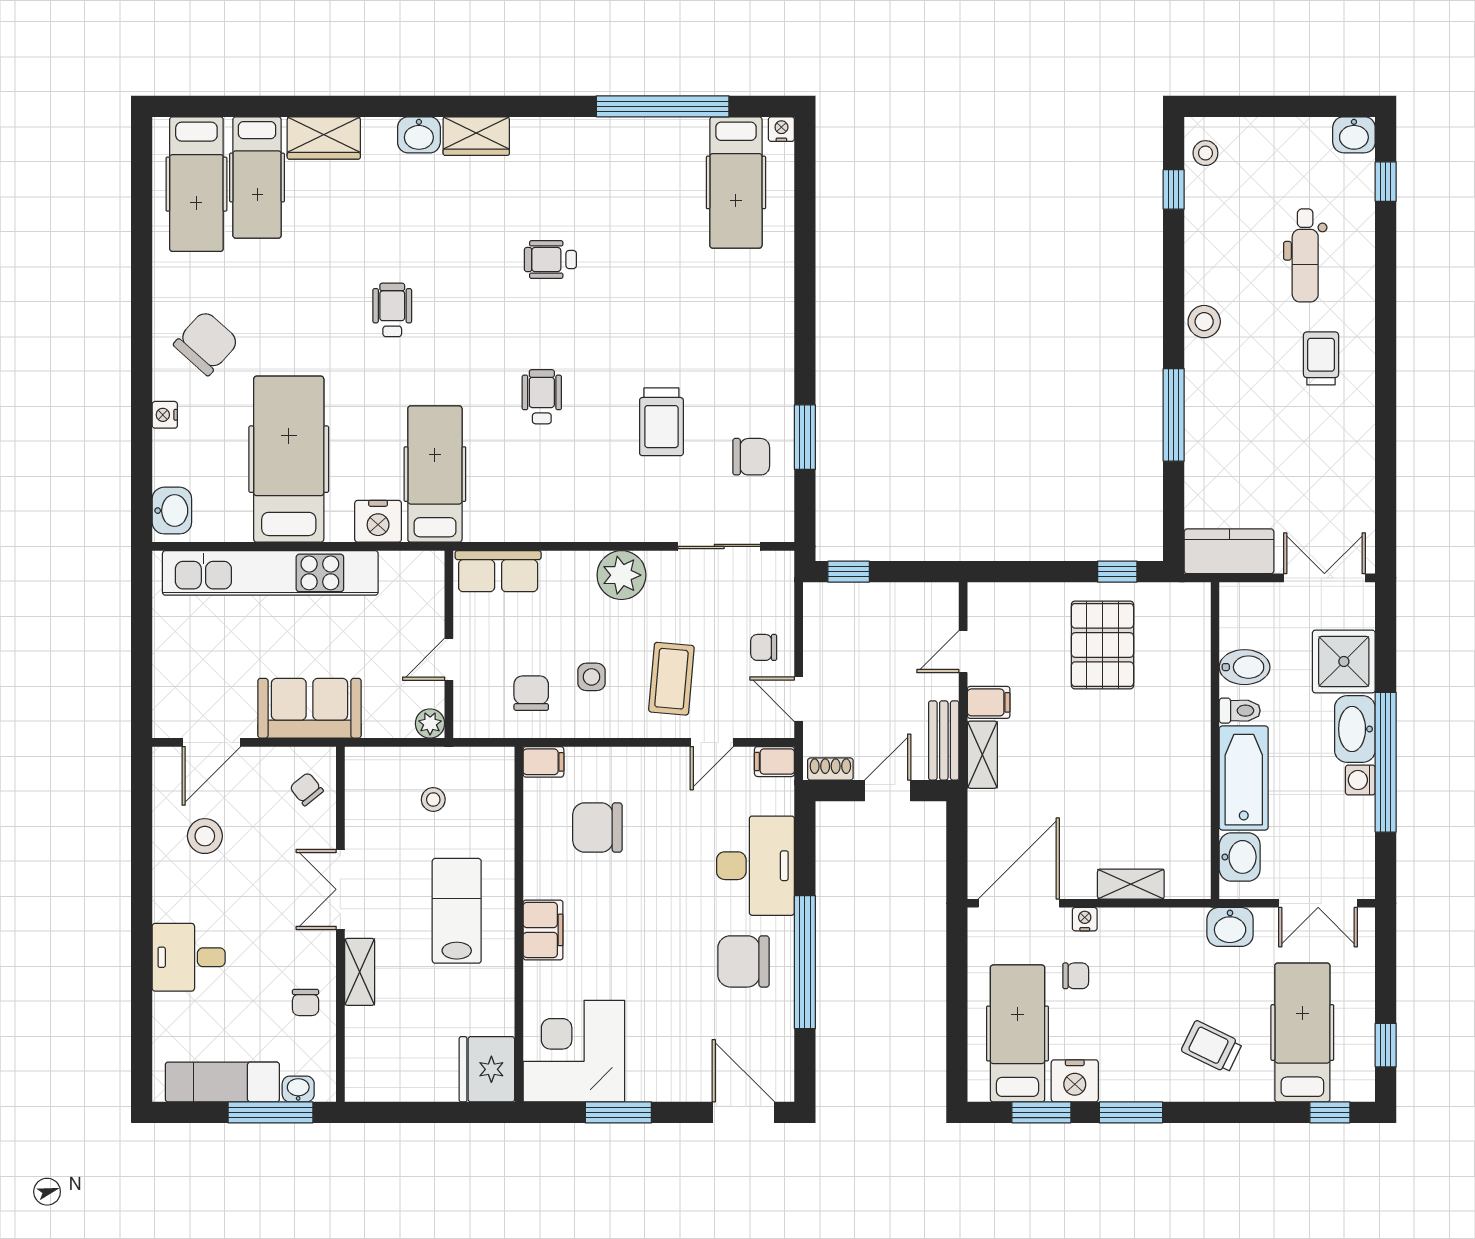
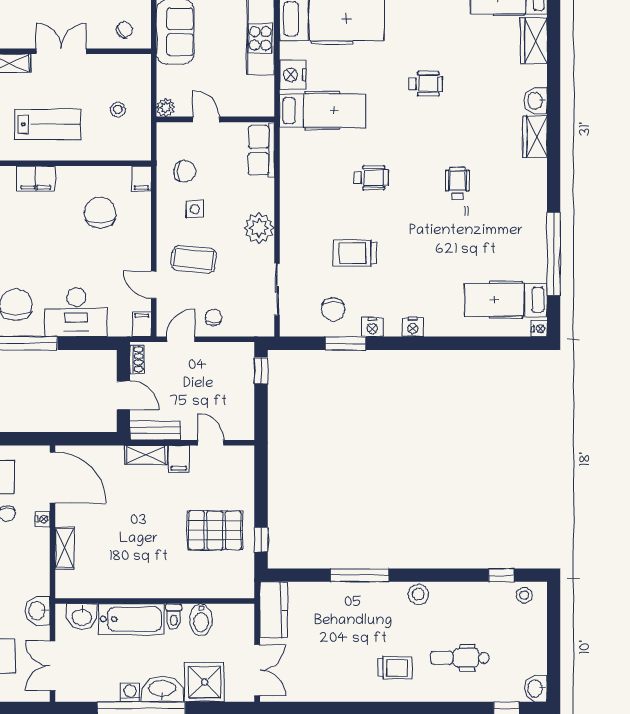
nightstand: (779, 330) -> (413, 327), added
nightstand: (779, 395) -> (372, 327), added

